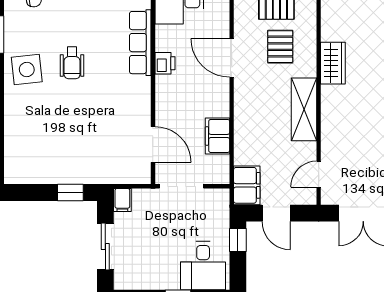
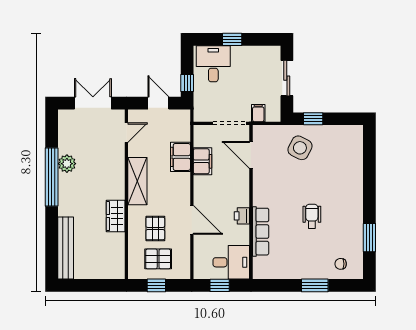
side table: (27, 70) -> (300, 148), moved, turned 33
filing cabinet: (247, 185) -> (180, 157), moved
filing cabinet: (122, 200) -> (258, 113), moved

